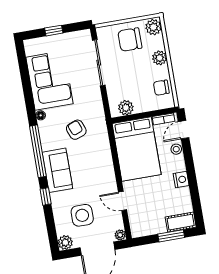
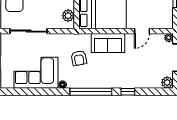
armchair: (76, 130) -> (79, 58), turned -79
sofa: (57, 170) -> (108, 43), moved, turned 180
side table: (82, 215) -> (148, 65), removed

